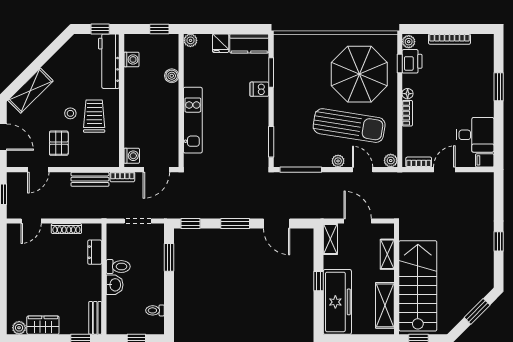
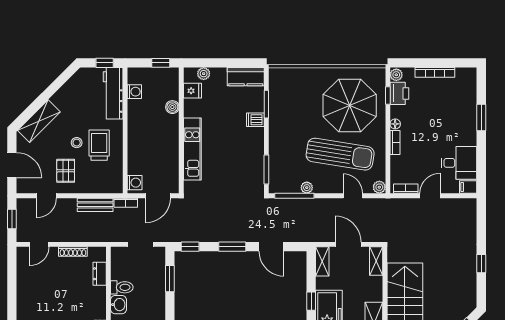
plant: (190, 40) -> (204, 74), moved
fridge: (221, 43) -> (192, 91), moved, turned -90
plant: (338, 161) -> (307, 188), moved
shelving: (387, 254) -> (376, 261), moved

